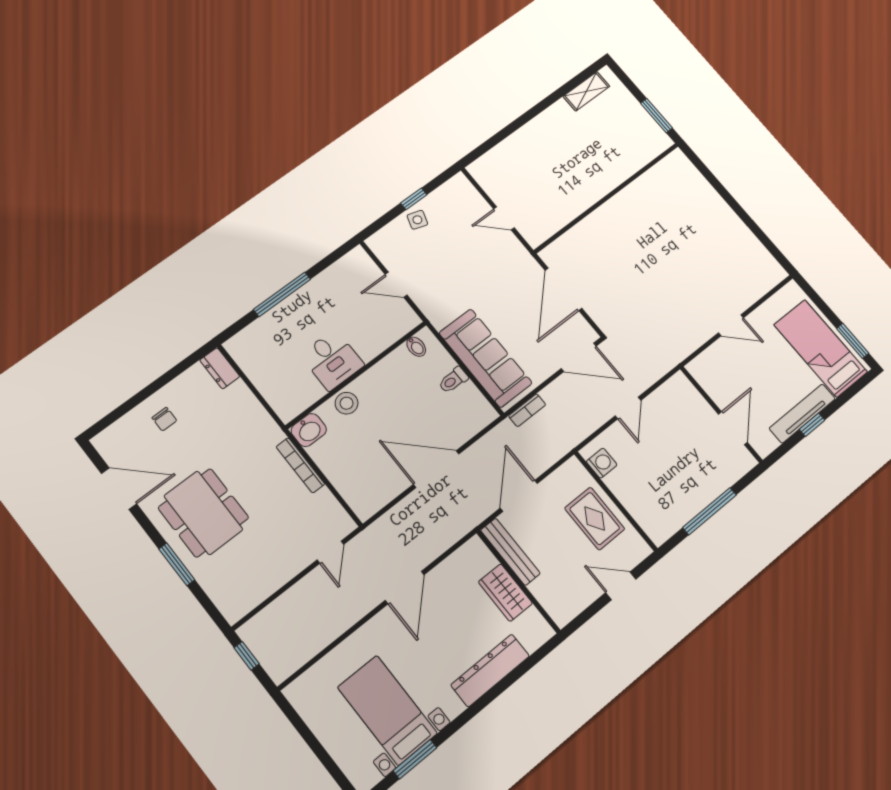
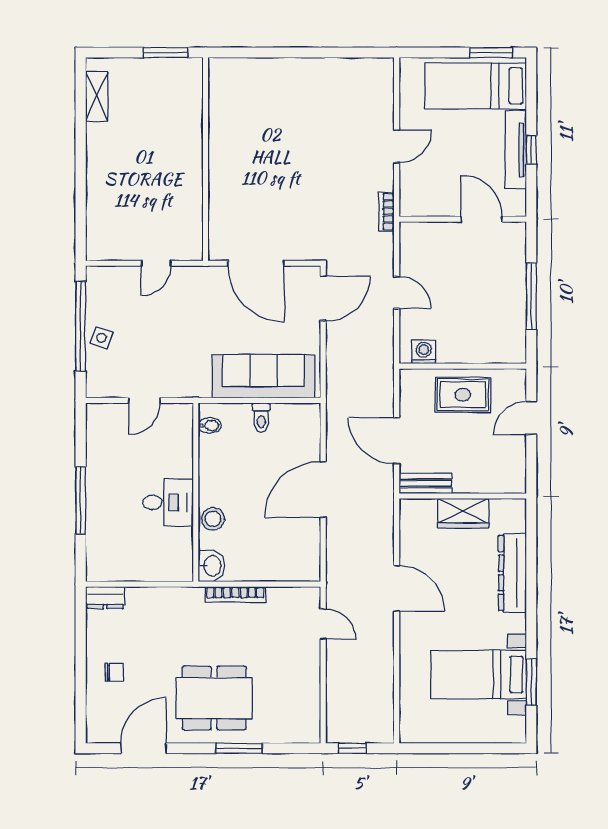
window: (414, 199) -> (81, 326), width x3.17
bookcase: (527, 410) -> (386, 212), moved, turned 180
bench: (510, 552) -> (425, 483), width x0.73

